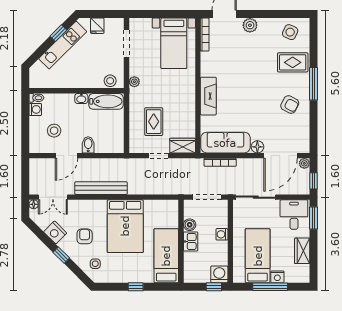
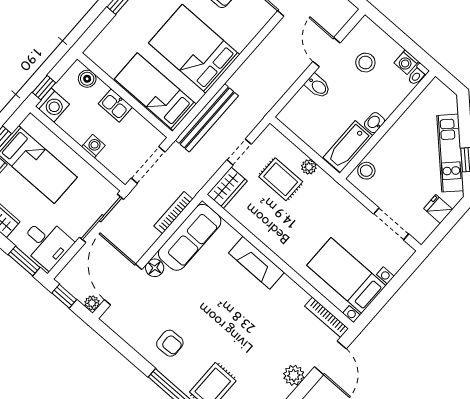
plant: (134, 82) -> (309, 167), moved
armchair: (290, 104) -> (170, 343), turned -120
bench: (101, 188) -> (207, 118), moved
boiler: (190, 225) -> (87, 79), moved
bed: (166, 256) -> (155, 92), moved, turned 180

